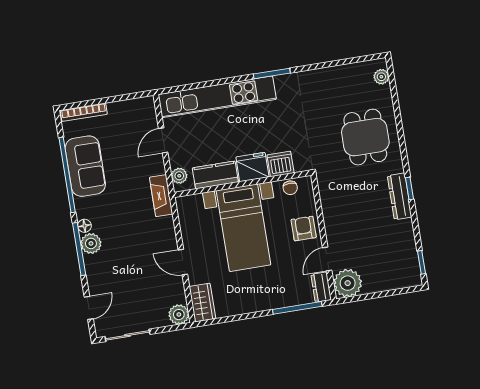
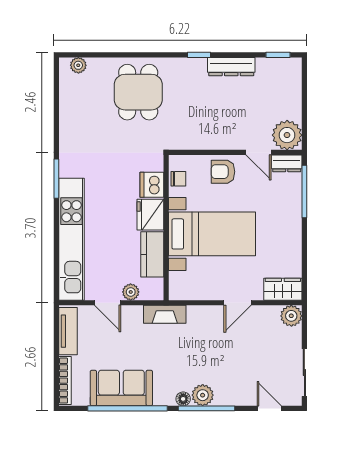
tv unit: (131, 107) -> (68, 331), added
dining table: (365, 137) -> (138, 92), turned 90
plant: (179, 176) -> (131, 292), moved
dresser: (400, 196) -> (231, 67), moved

